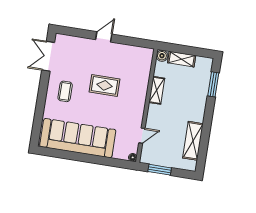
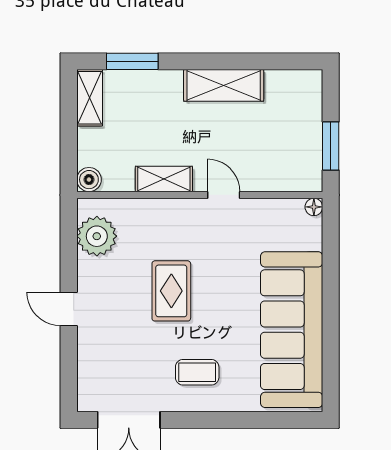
plant: (135, 55) -> (97, 236), added
shelving: (182, 59) -> (90, 98), moved
door: (142, 136) -> (224, 195), moved
shelving: (193, 141) -> (224, 85), moved

